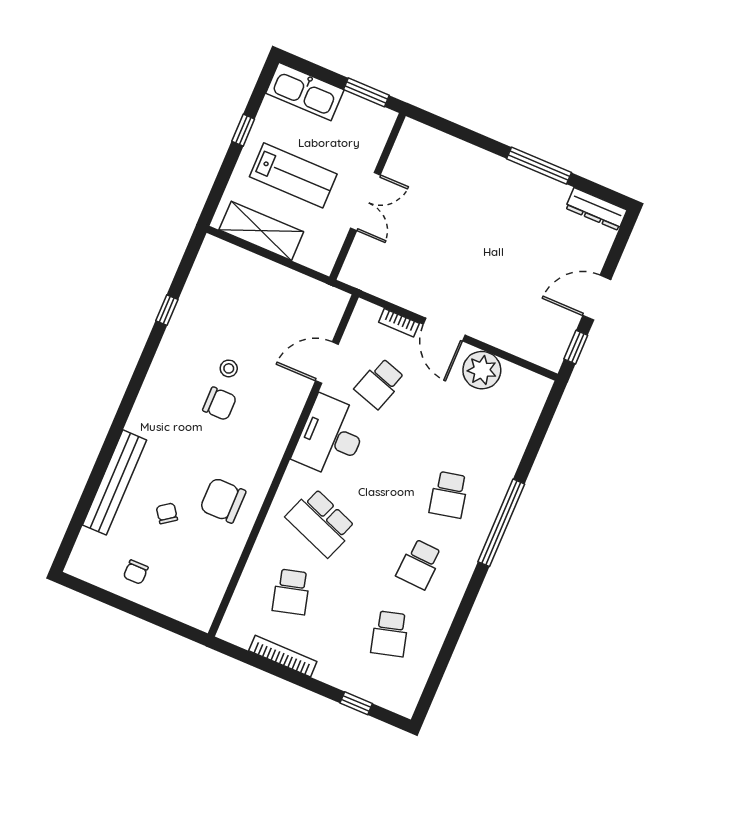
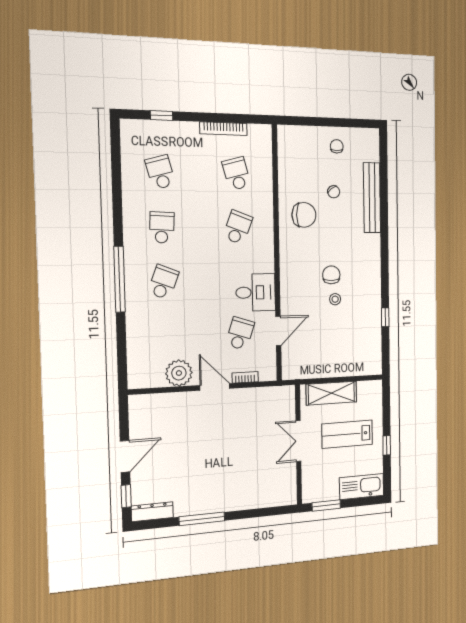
shelving: (261, 231) -> (331, 393), moved
window: (576, 347) -> (126, 496), moved
chair: (220, 404) -> (331, 275), turned 90
desk: (331, 437) -> (256, 292), width x0.73
school desk: (449, 495) -> (163, 282), turned 33
school desk: (321, 522) -> (238, 227), width x0.54

